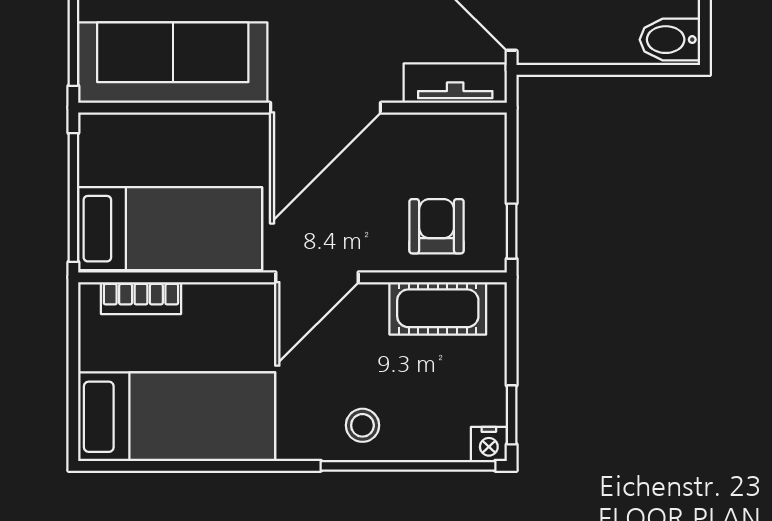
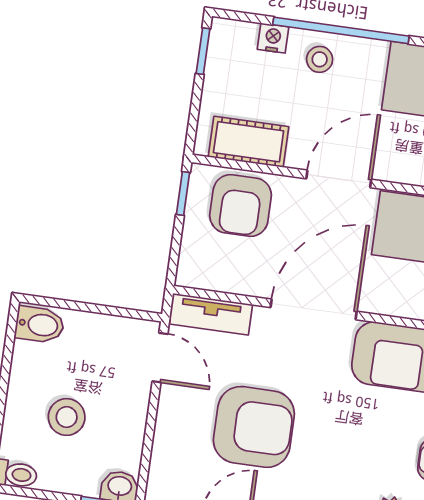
armchair: (437, 226) -> (241, 205), width x1.38, depth x1.38
nightstand: (489, 444) -> (273, 38), moved
window: (408, 466) -> (341, 30), moved

